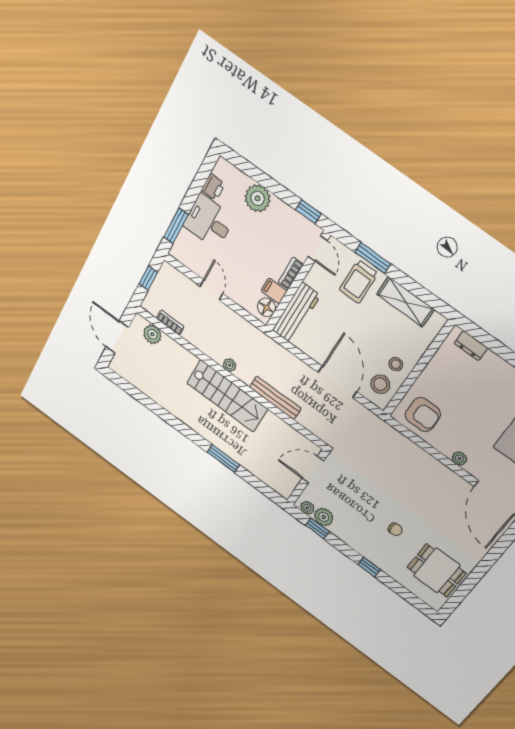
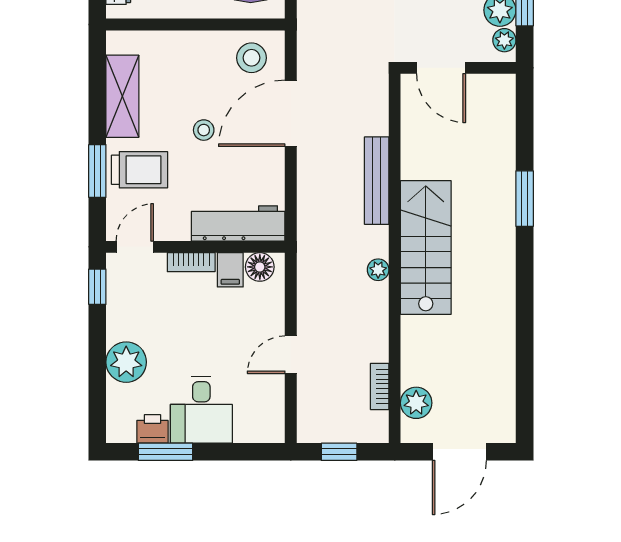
window: (176, 226) -> (166, 452), moved
stool: (396, 364) -> (204, 130), moved

